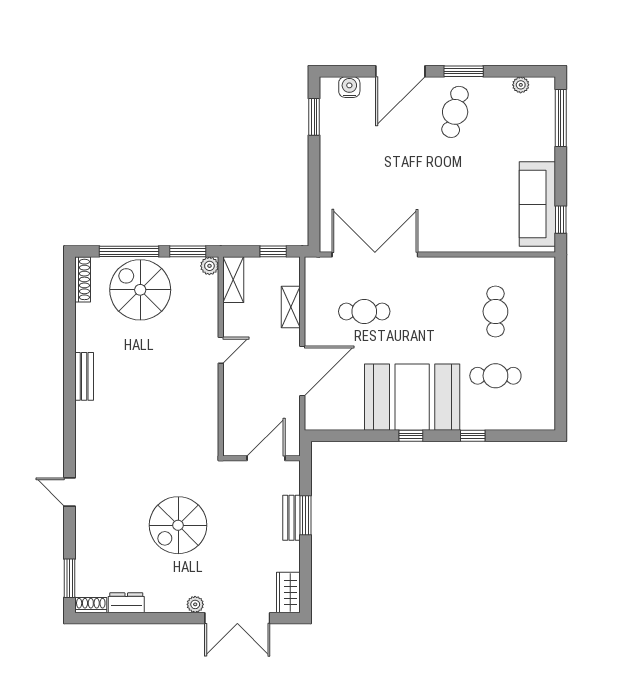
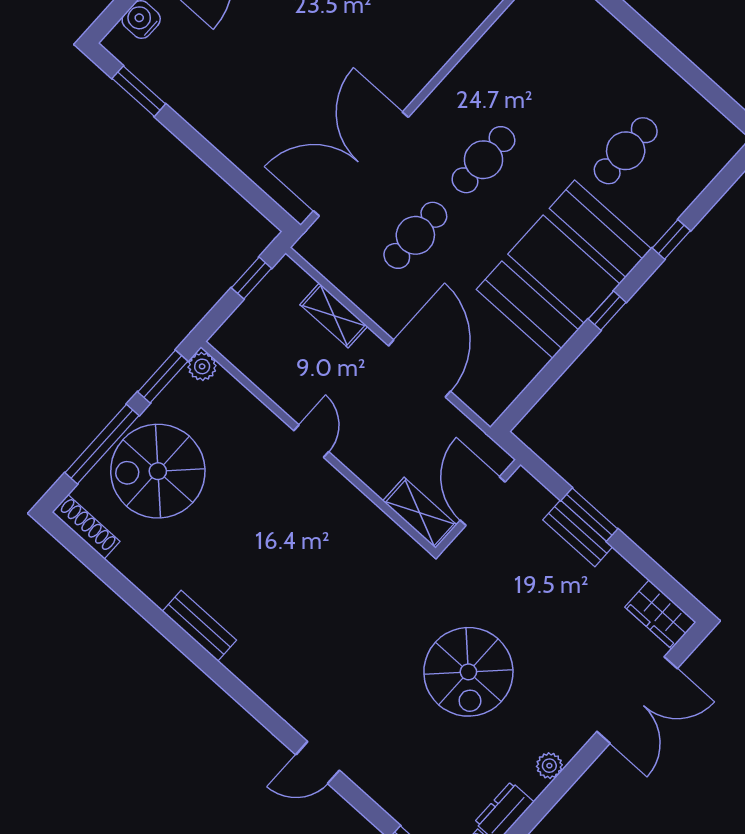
shelving: (233, 280) -> (420, 513), moved
cafe table: (495, 311) -> (483, 160), moved, turned 90
plant: (195, 604) -> (549, 766), moved

